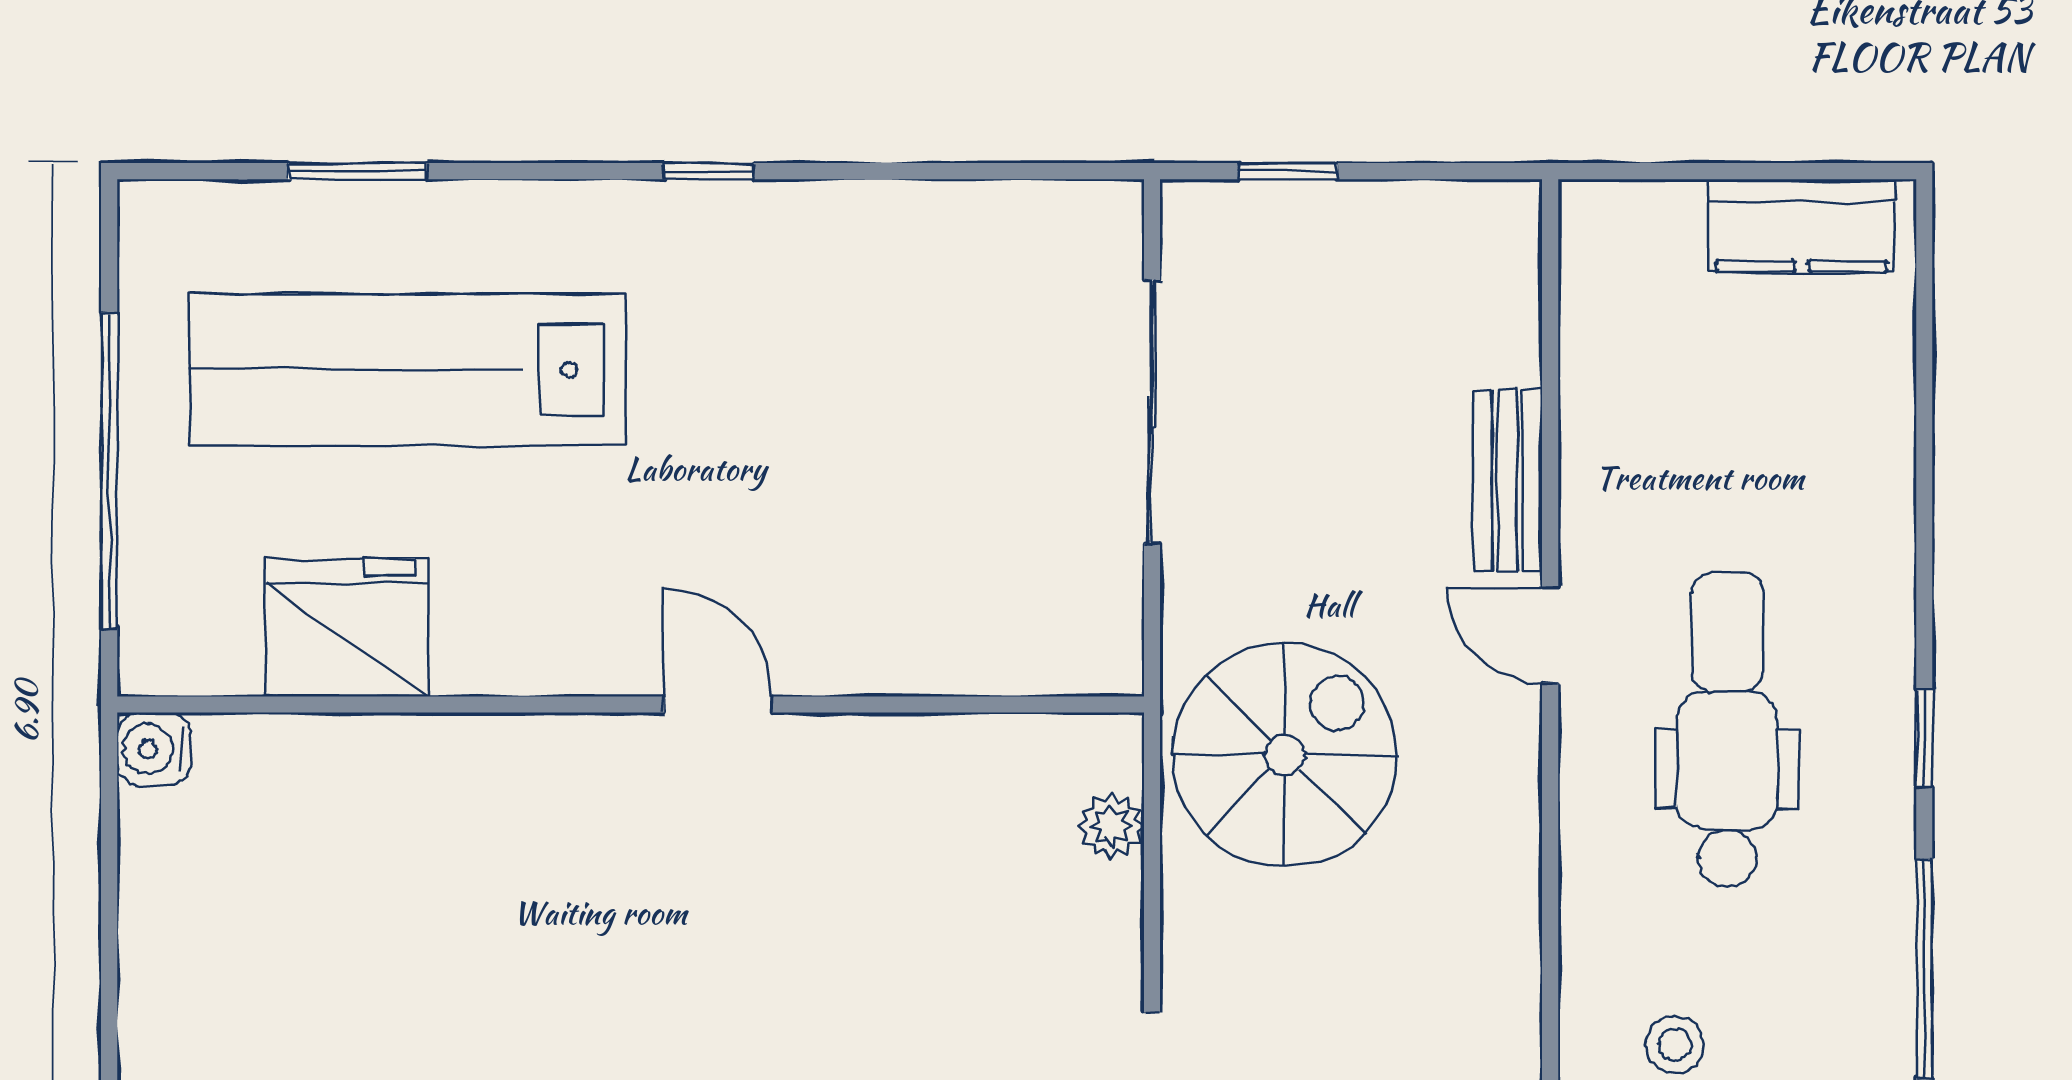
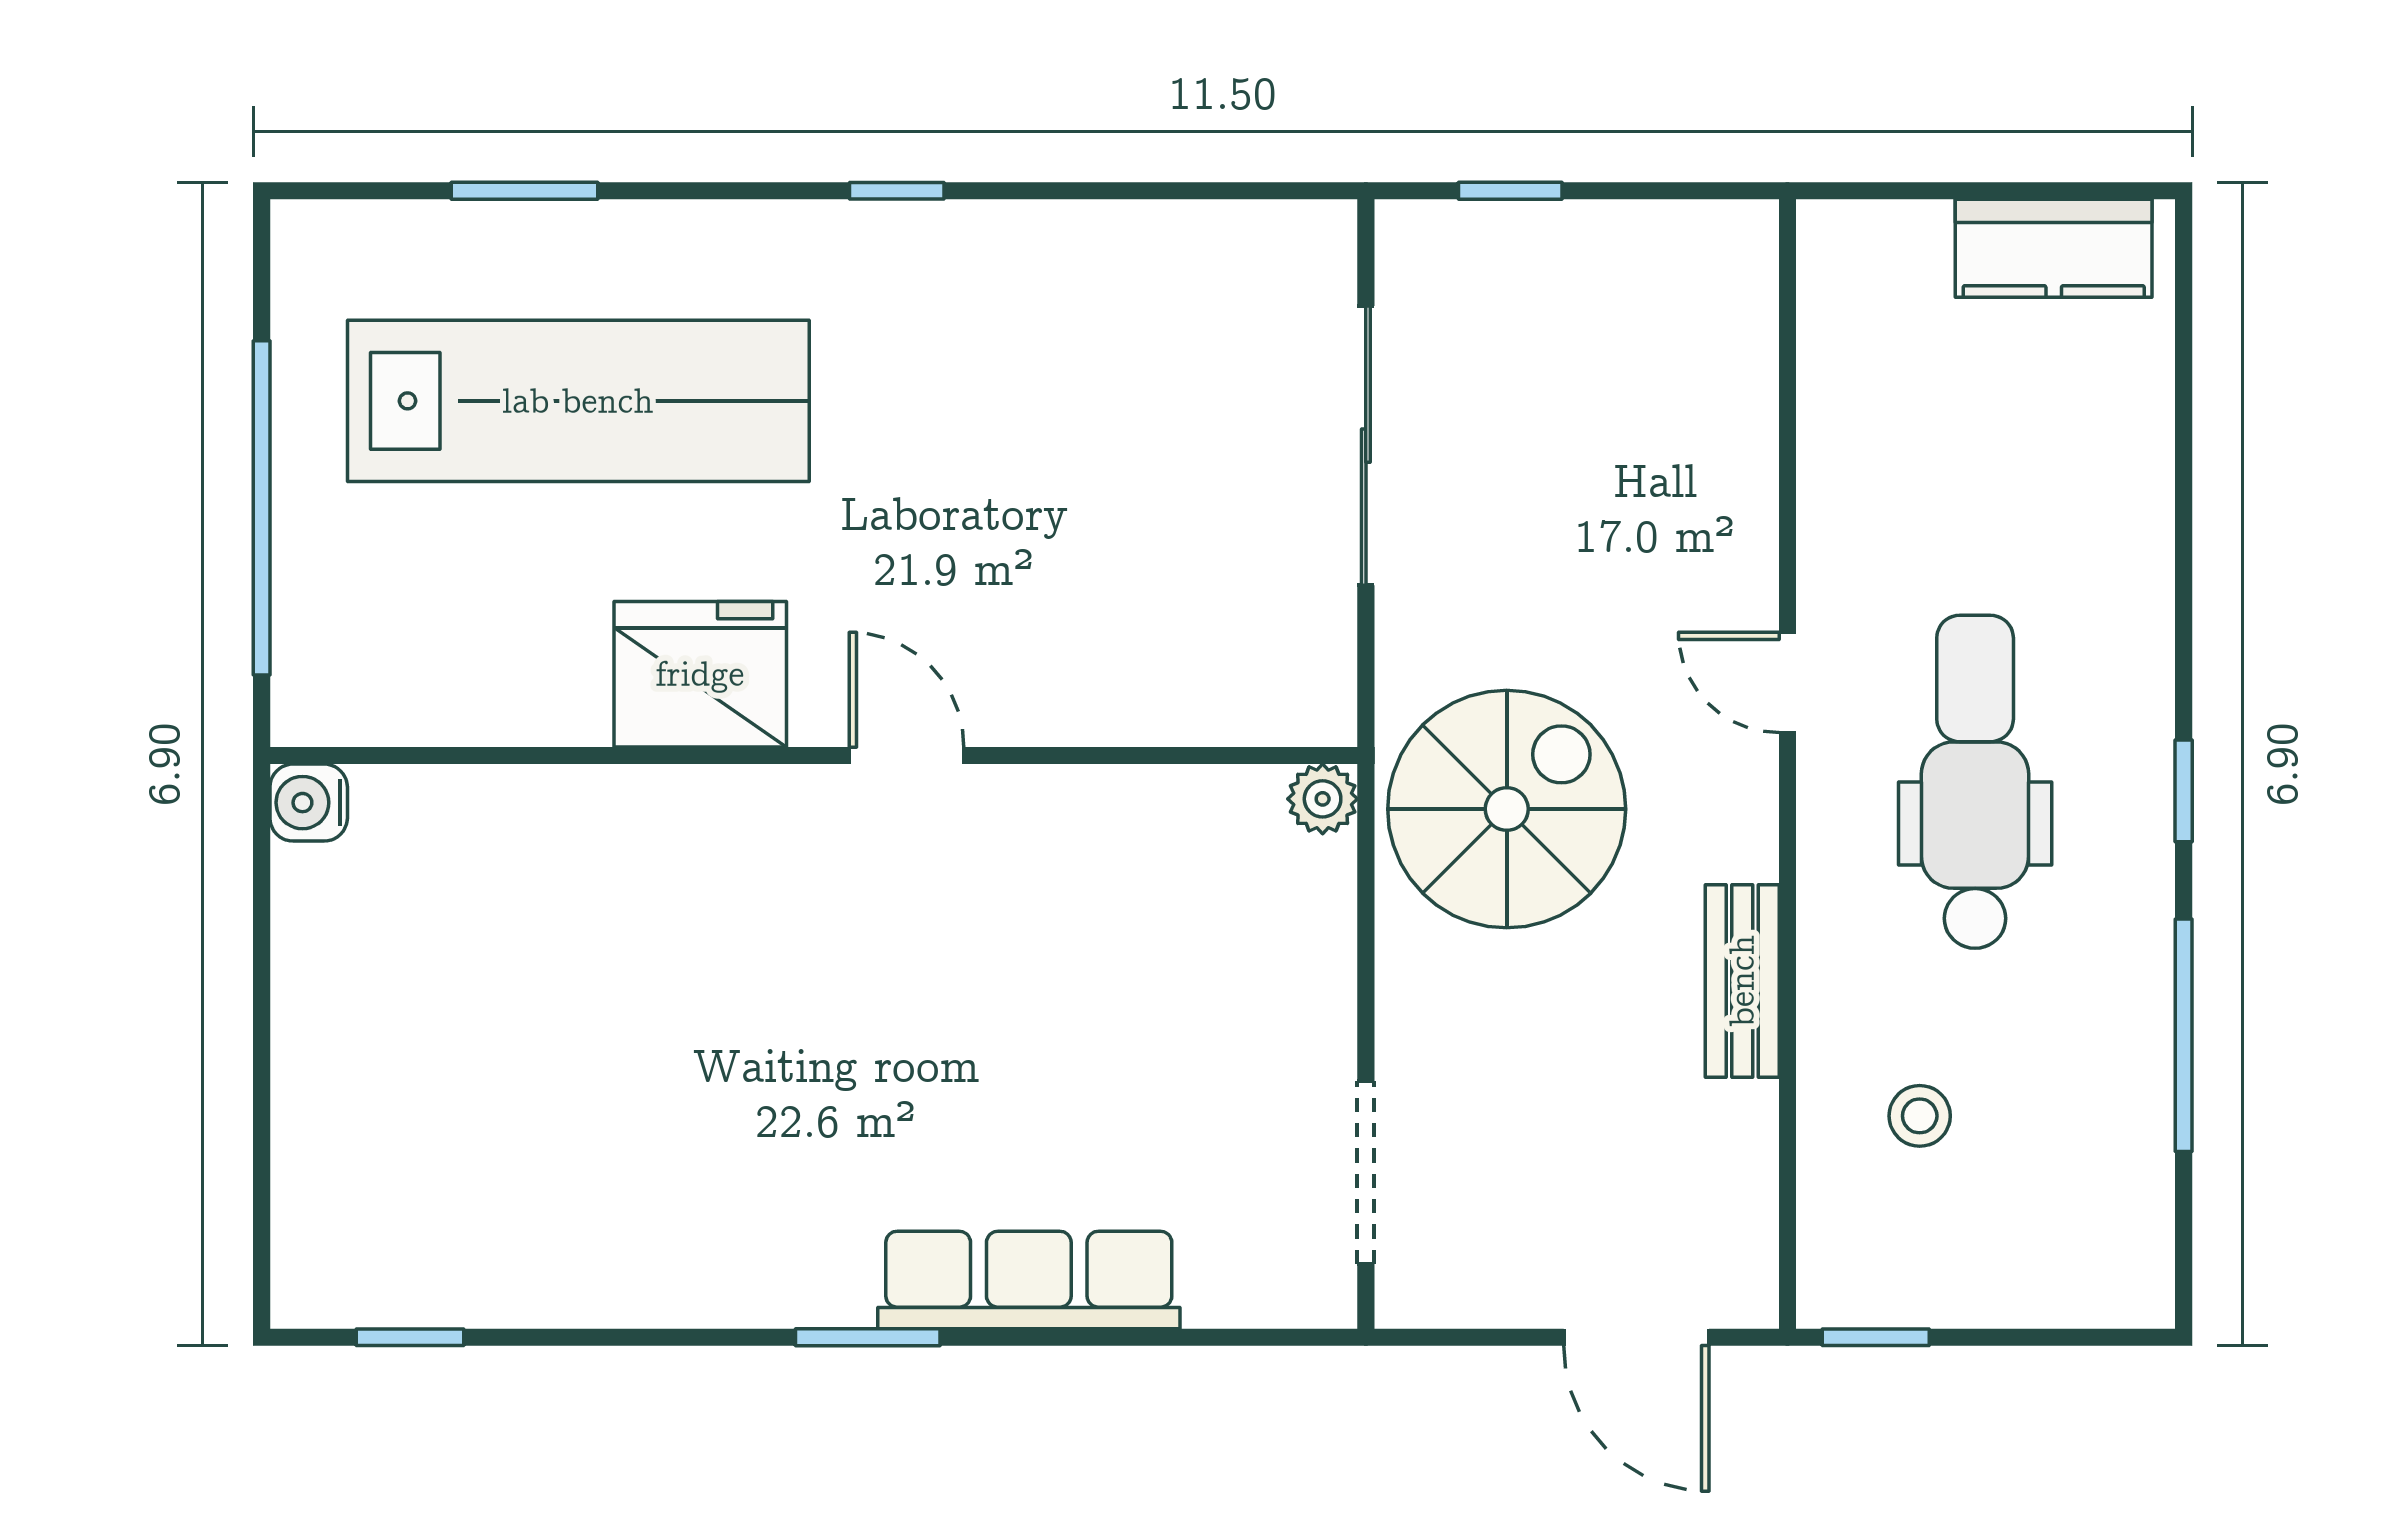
lab bench: (408, 370) -> (578, 401), turned 180
bench: (1507, 480) -> (1742, 981), moved
fridge: (347, 628) -> (700, 674), moved
plant: (1111, 826) -> (1323, 799), moved

